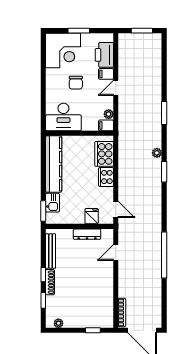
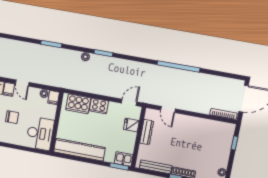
kitchen sink: (53, 203) -> (124, 159), moved

